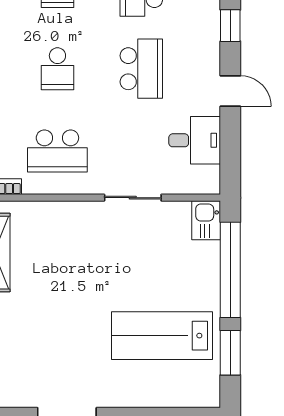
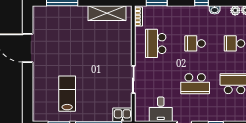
lab bench: (162, 336) -> (67, 94), width x0.73, depth x0.72

